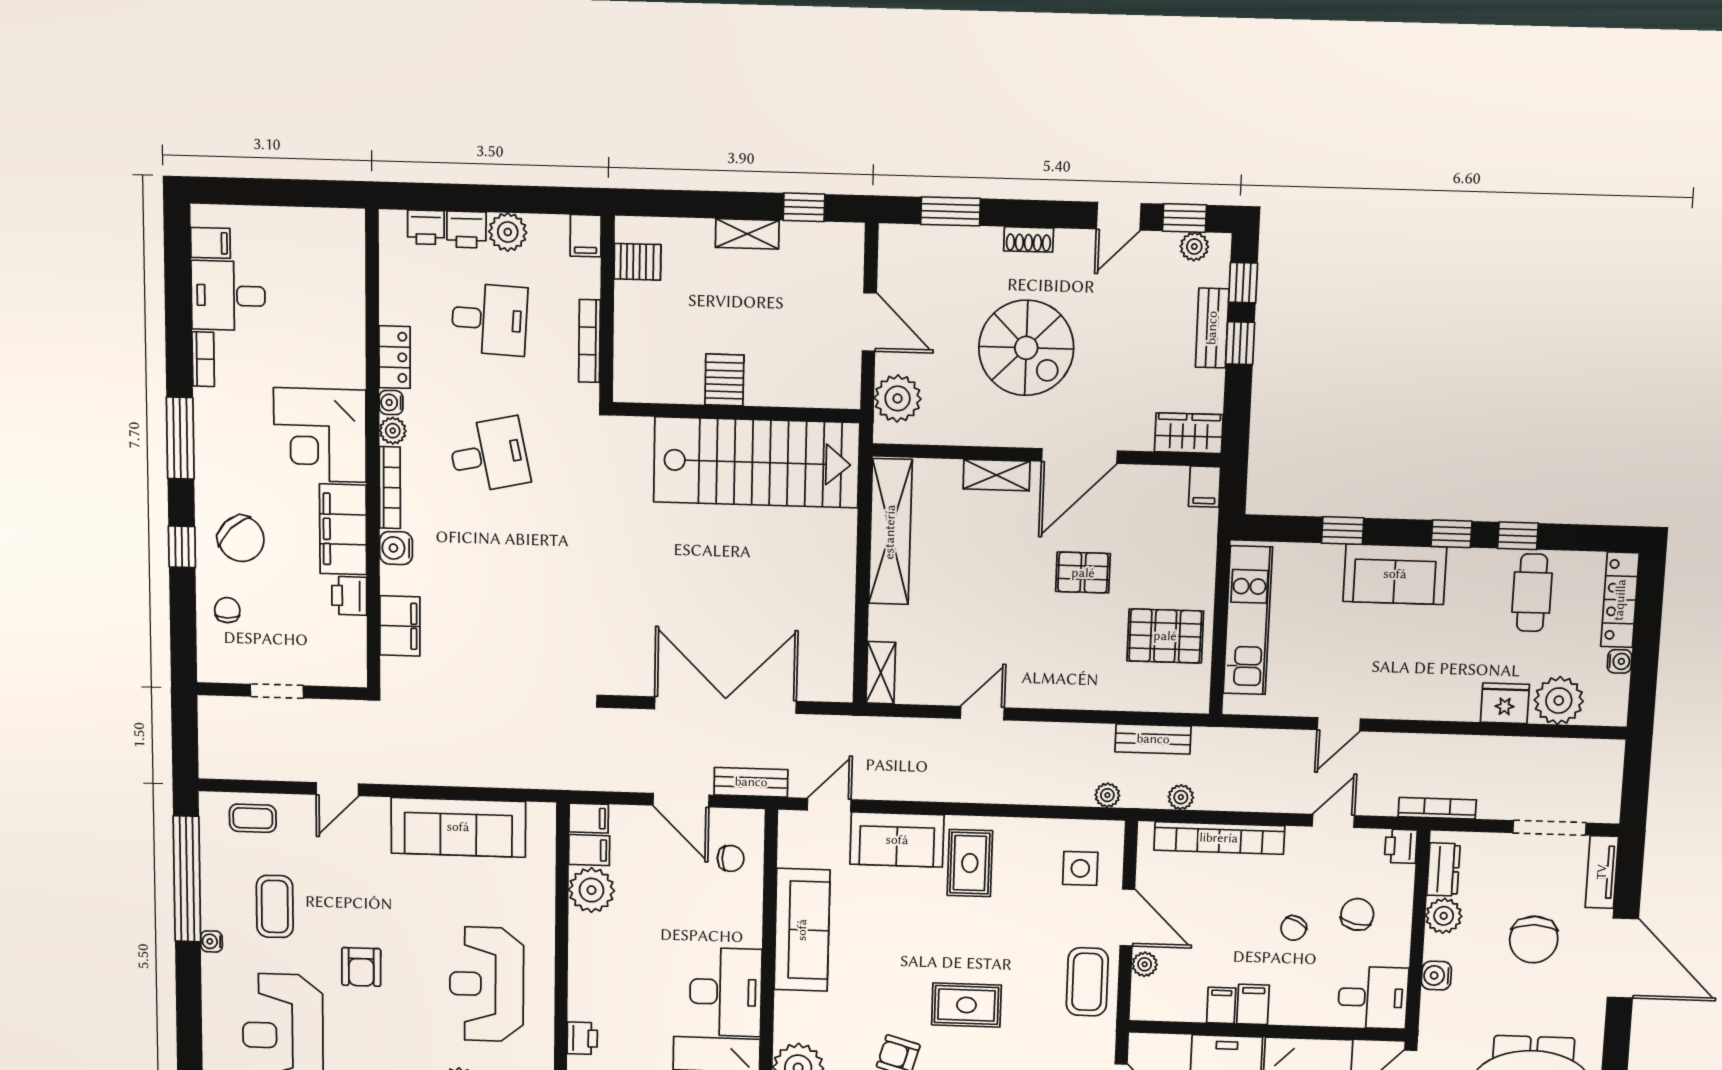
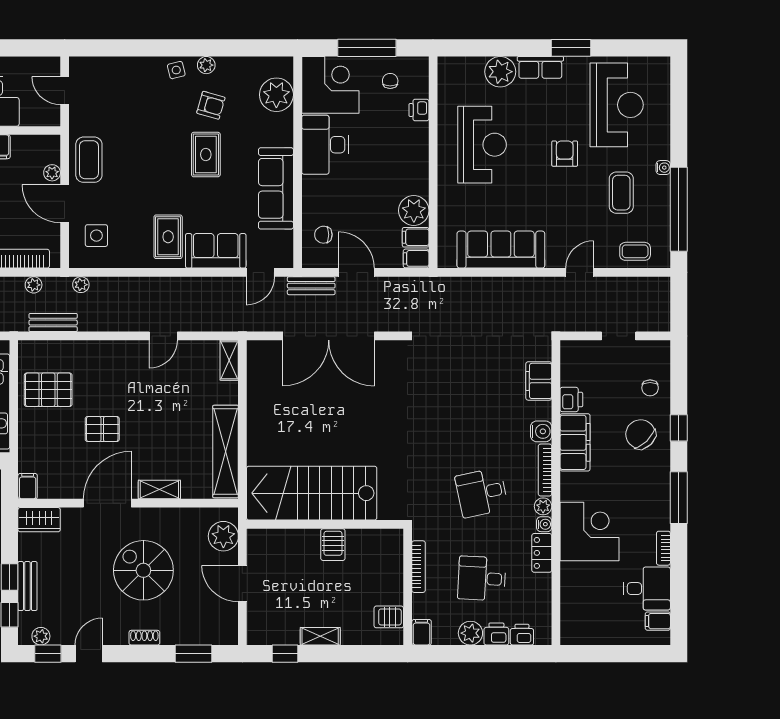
corner desk: (320, 435) -> (590, 531), moved
rug: (966, 1005) -> (206, 155), moved, turned 90

